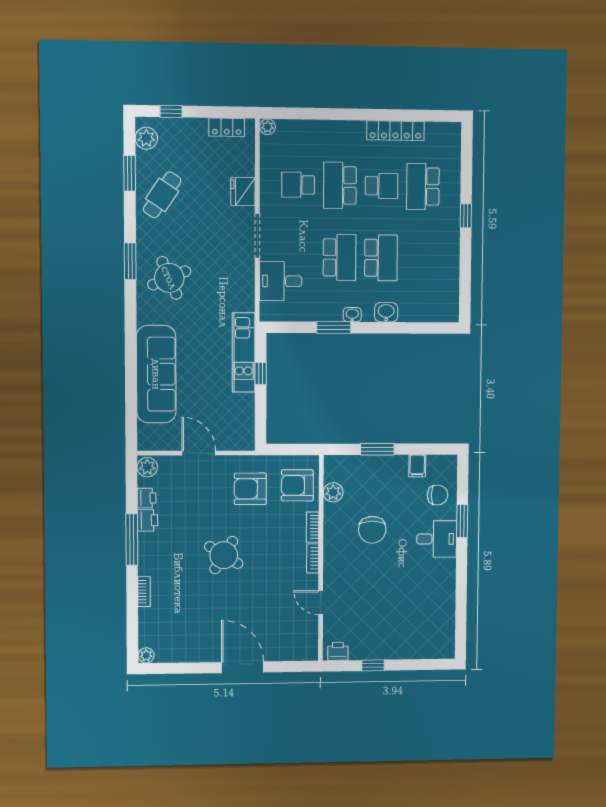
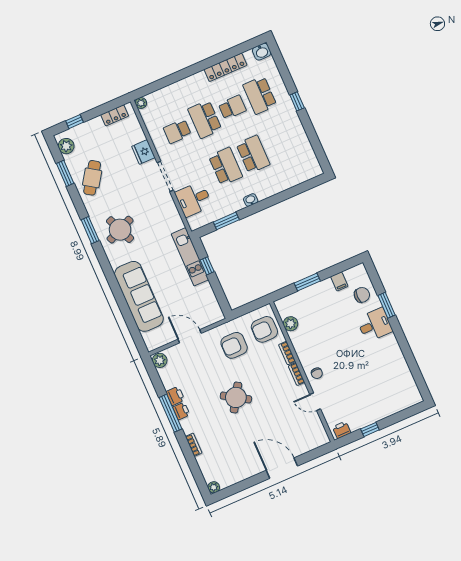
washbasin: (386, 312) -> (262, 52), moved, turned 180
window: (334, 327) -> (226, 221), moved
printer: (147, 498) -> (181, 411), moved
chair: (372, 530) -> (317, 373), moved, width x0.54, depth x0.54

